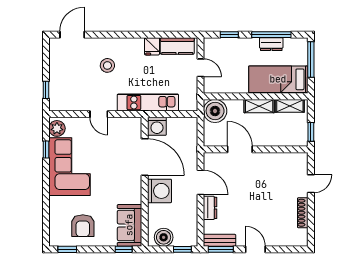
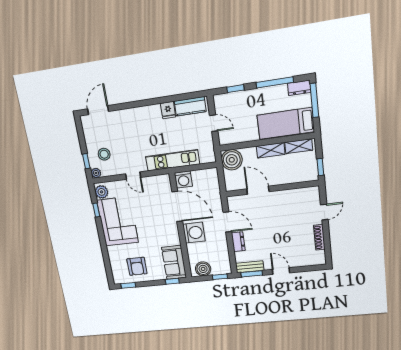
dresser: (271, 44) -> (299, 88), moved
stool: (107, 65) -> (104, 154), moved
plant: (55, 105) -> (96, 173), added

